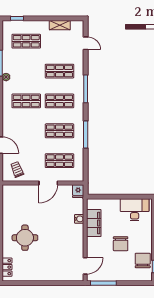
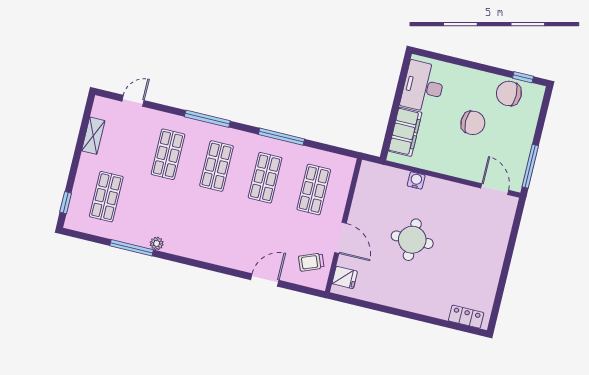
shop shelf: (26, 101) -> (203, 220), removed
door: (48, 183) -> (340, 238), moved
fridge: (78, 191) -> (345, 277), moved
filing cabinet: (94, 223) -> (405, 132), moved, turned 90
round table: (25, 238) -> (412, 240), moved

